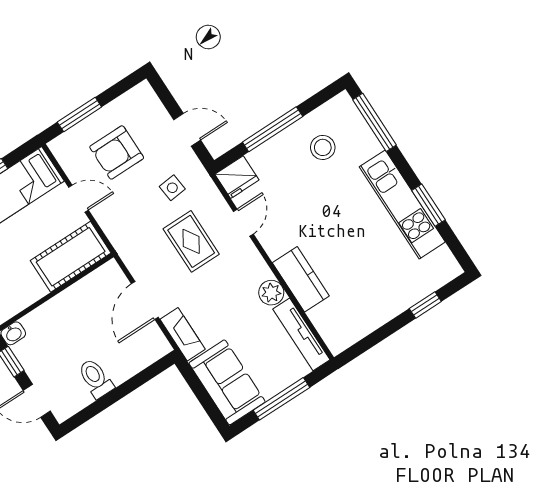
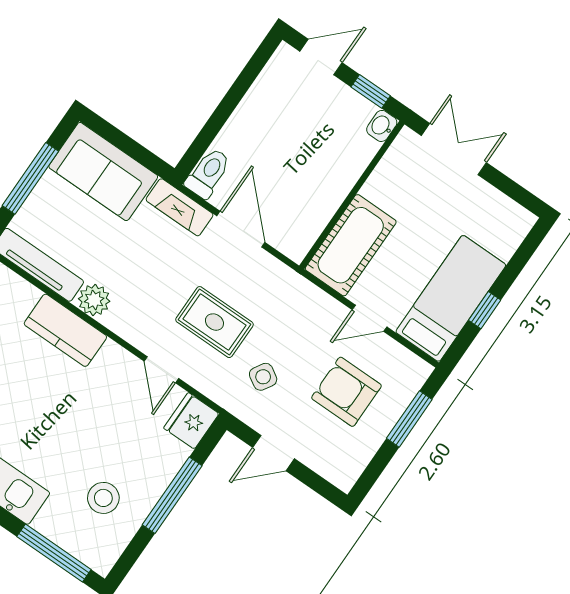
armchair: (117, 152) -> (346, 392), turned -90
side table: (172, 188) -> (263, 377), turned 37
toilet: (96, 378) -> (208, 173), moved, turned -90

